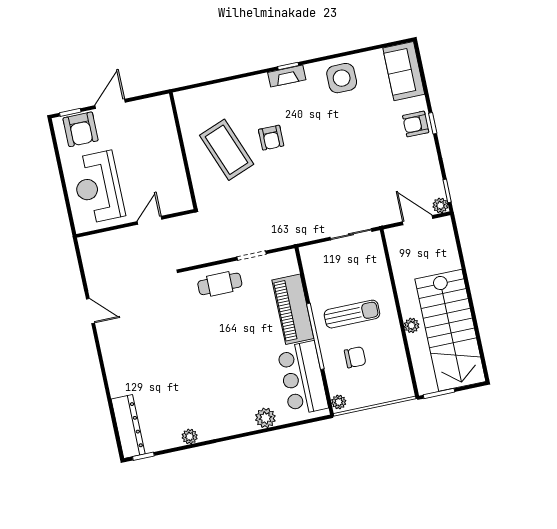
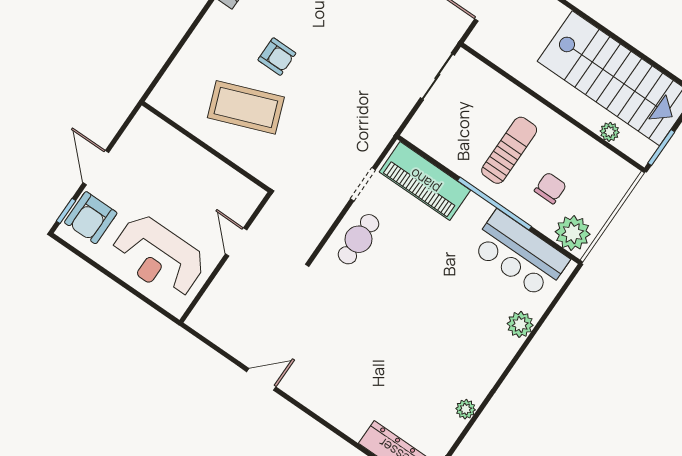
armchair: (81, 129) -> (91, 218), turned 90
piano: (293, 309) -> (425, 181), moved
plant: (412, 325) -> (610, 132), moved
plant: (339, 402) -> (573, 233), width x1.88, depth x1.88

